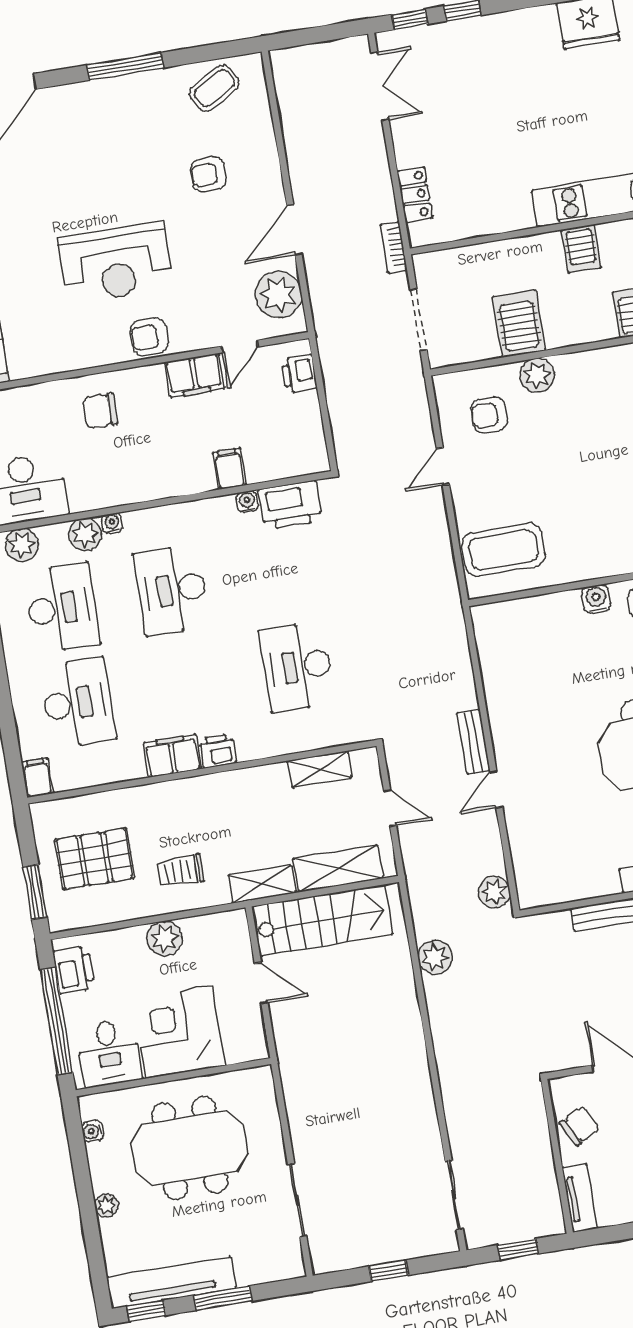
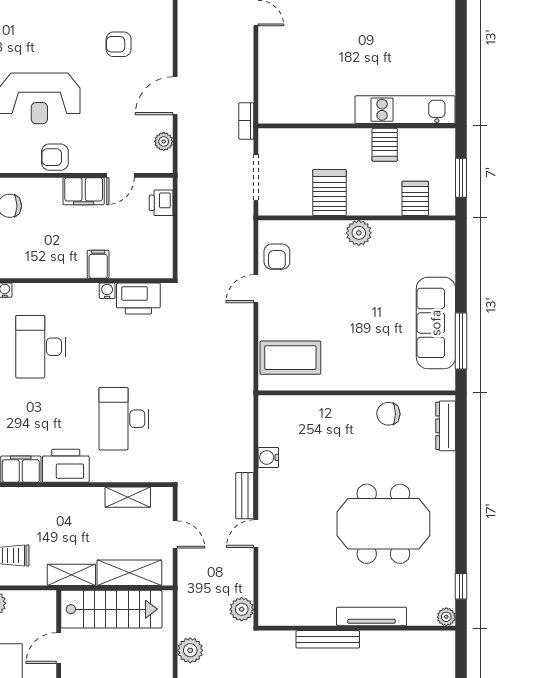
locker: (415, 194) -> (269, 84), removed
plant: (279, 294) -> (164, 141), width x0.53, depth x0.53
plant: (537, 375) -> (359, 233), moved
armchair: (489, 415) -> (277, 257), moved, turned -90
water cooler: (596, 599) -> (268, 457), moved, turned -90
printer: (218, 751) -> (66, 466), width x1.87, depth x1.48
door: (261, 983) -> (59, 648), swing flipped

